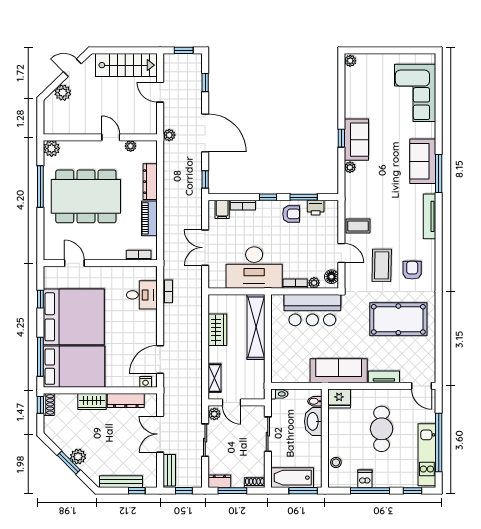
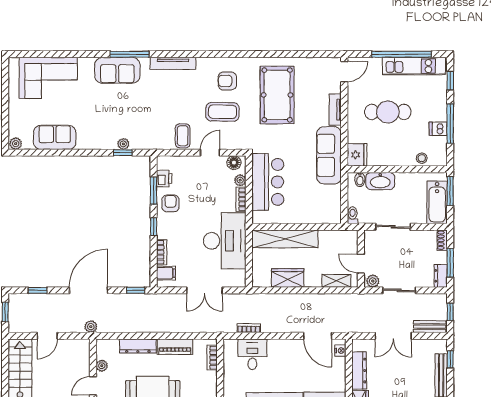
window: (341, 138) -> (123, 153), moved
sofa: (356, 140) -> (55, 137), moved
door: (232, 402) -> (361, 264), swing flipped

